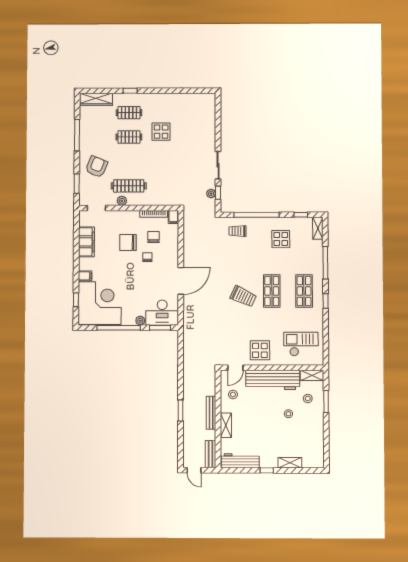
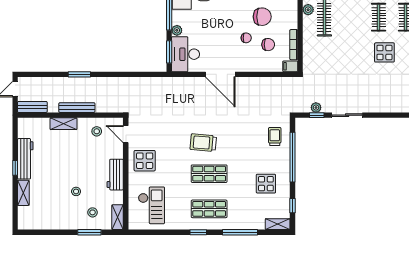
chair: (128, 243) -> (262, 17), turned 90
trolley: (243, 296) -> (203, 143), turned 70
workbench: (273, 380) -> (115, 175), width x0.53, depth x0.76
workbench: (240, 461) -> (25, 159), moved

